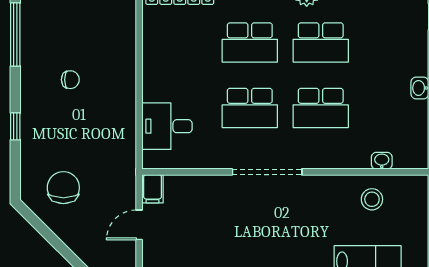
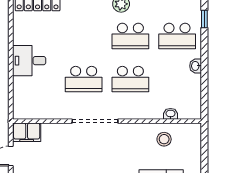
school desk: (250, 42) -> (177, 36), moved
desk: (167, 126) -> (29, 61), moved
filing cabinet: (152, 189) -> (27, 132), width x2.00

